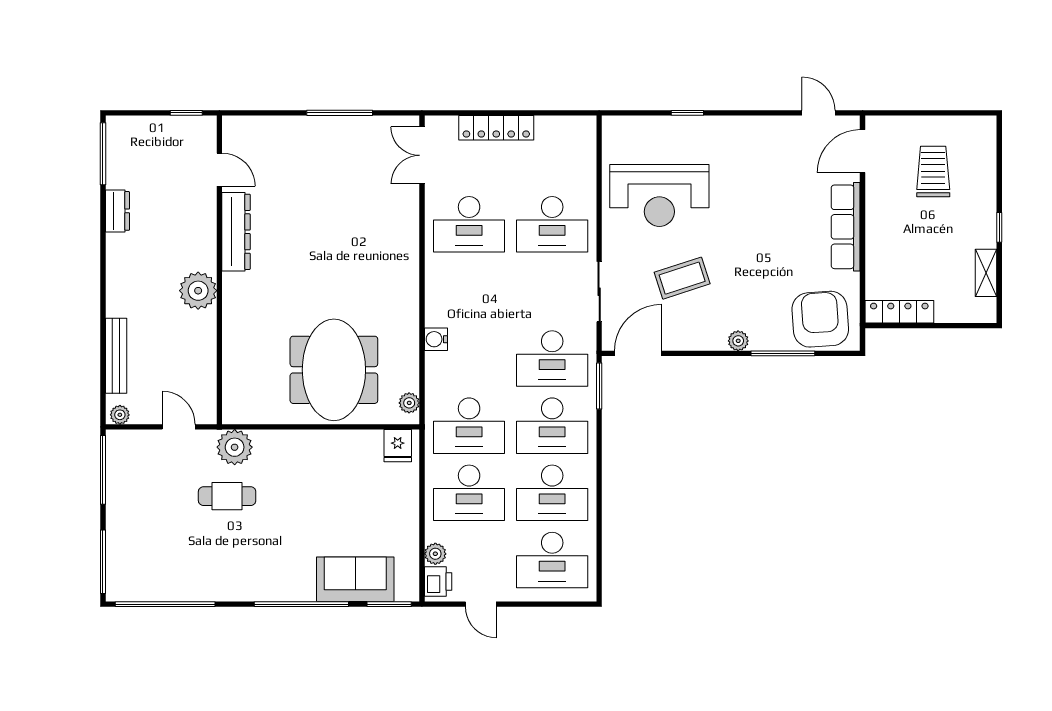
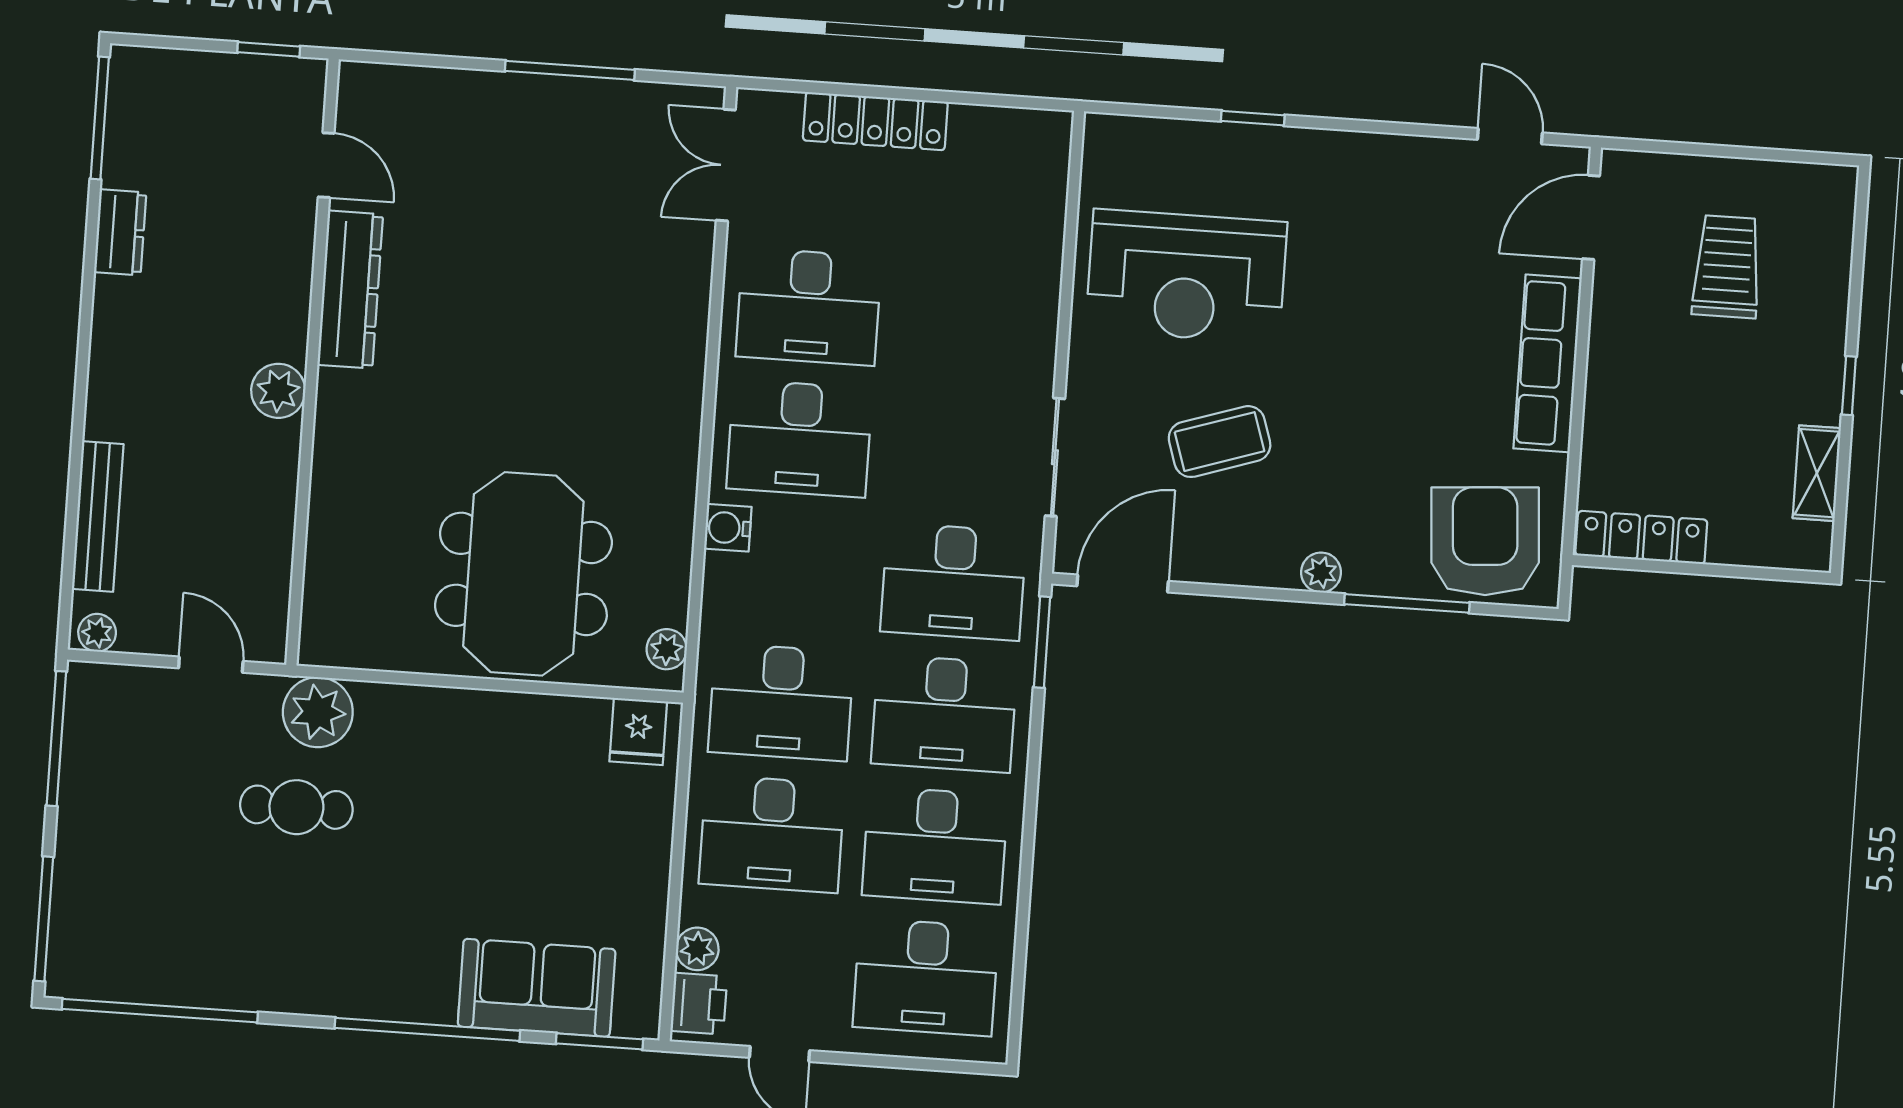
desk: (552, 224) -> (799, 438), moved
plant: (198, 291) -> (278, 391), width x0.73, depth x0.73

